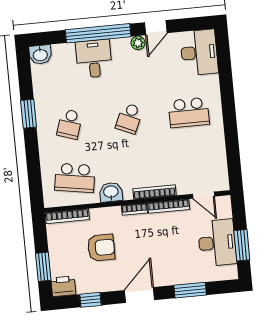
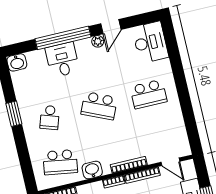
school desk: (129, 118) -> (99, 106), width x1.85

